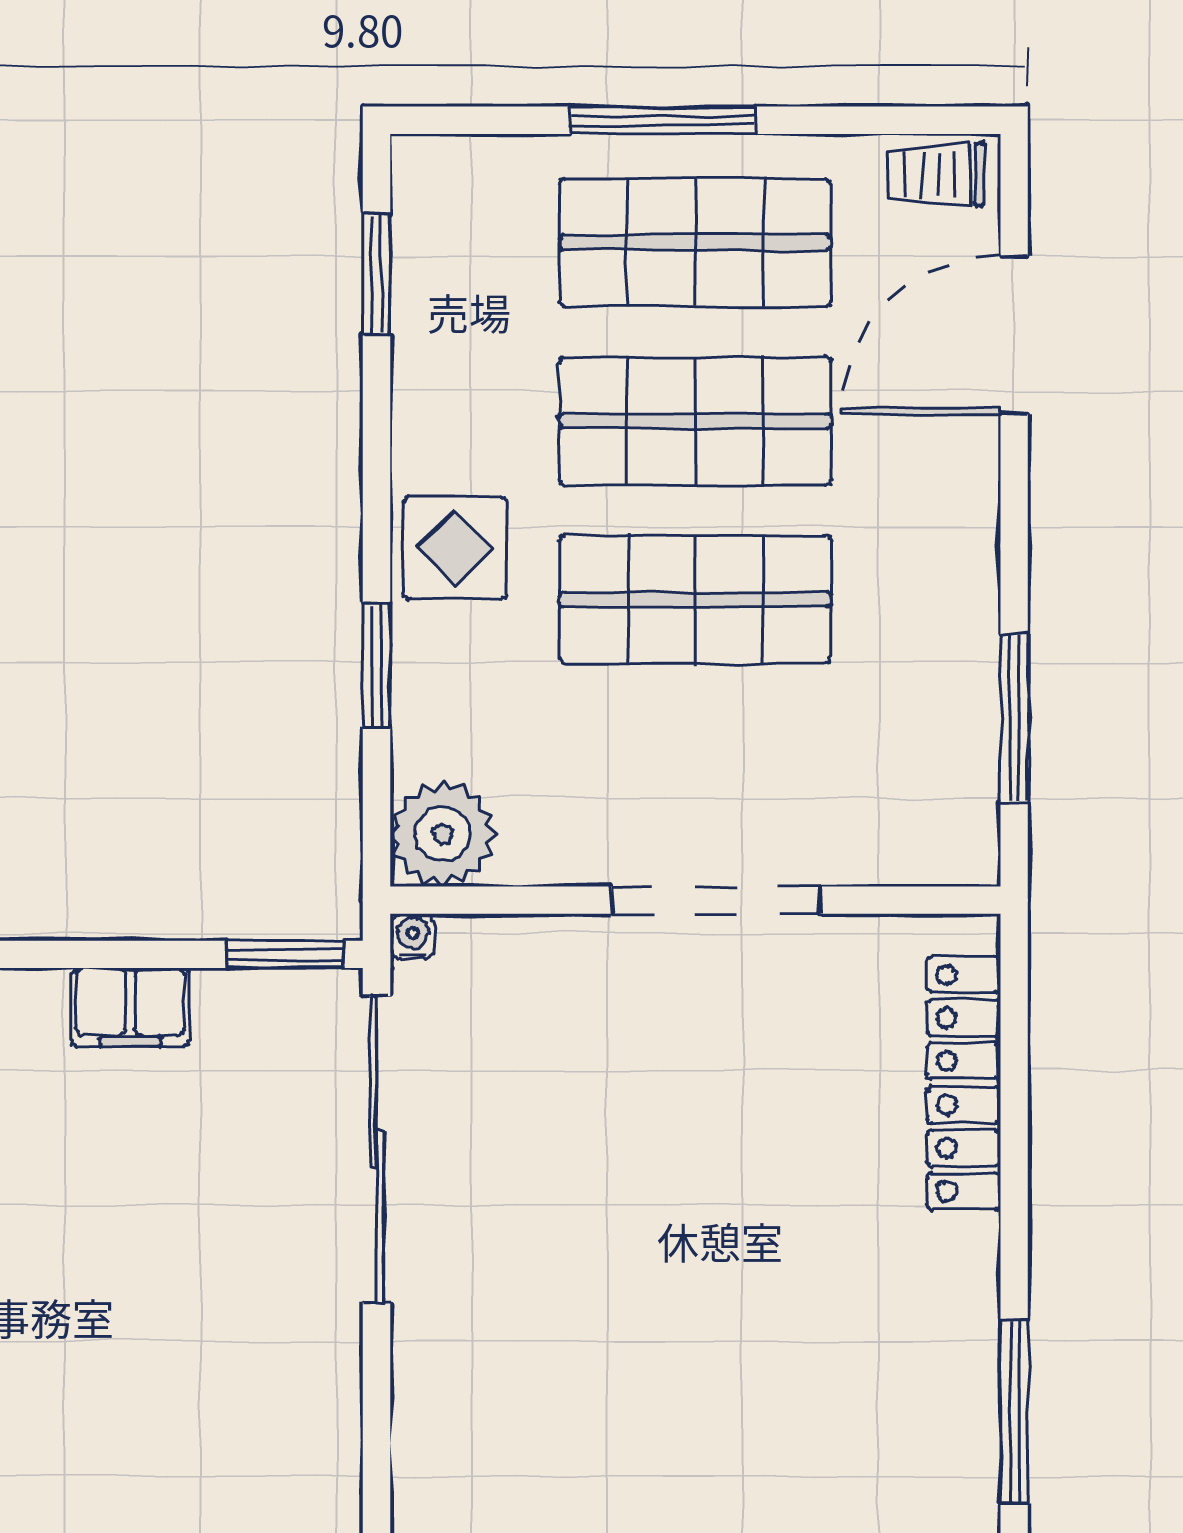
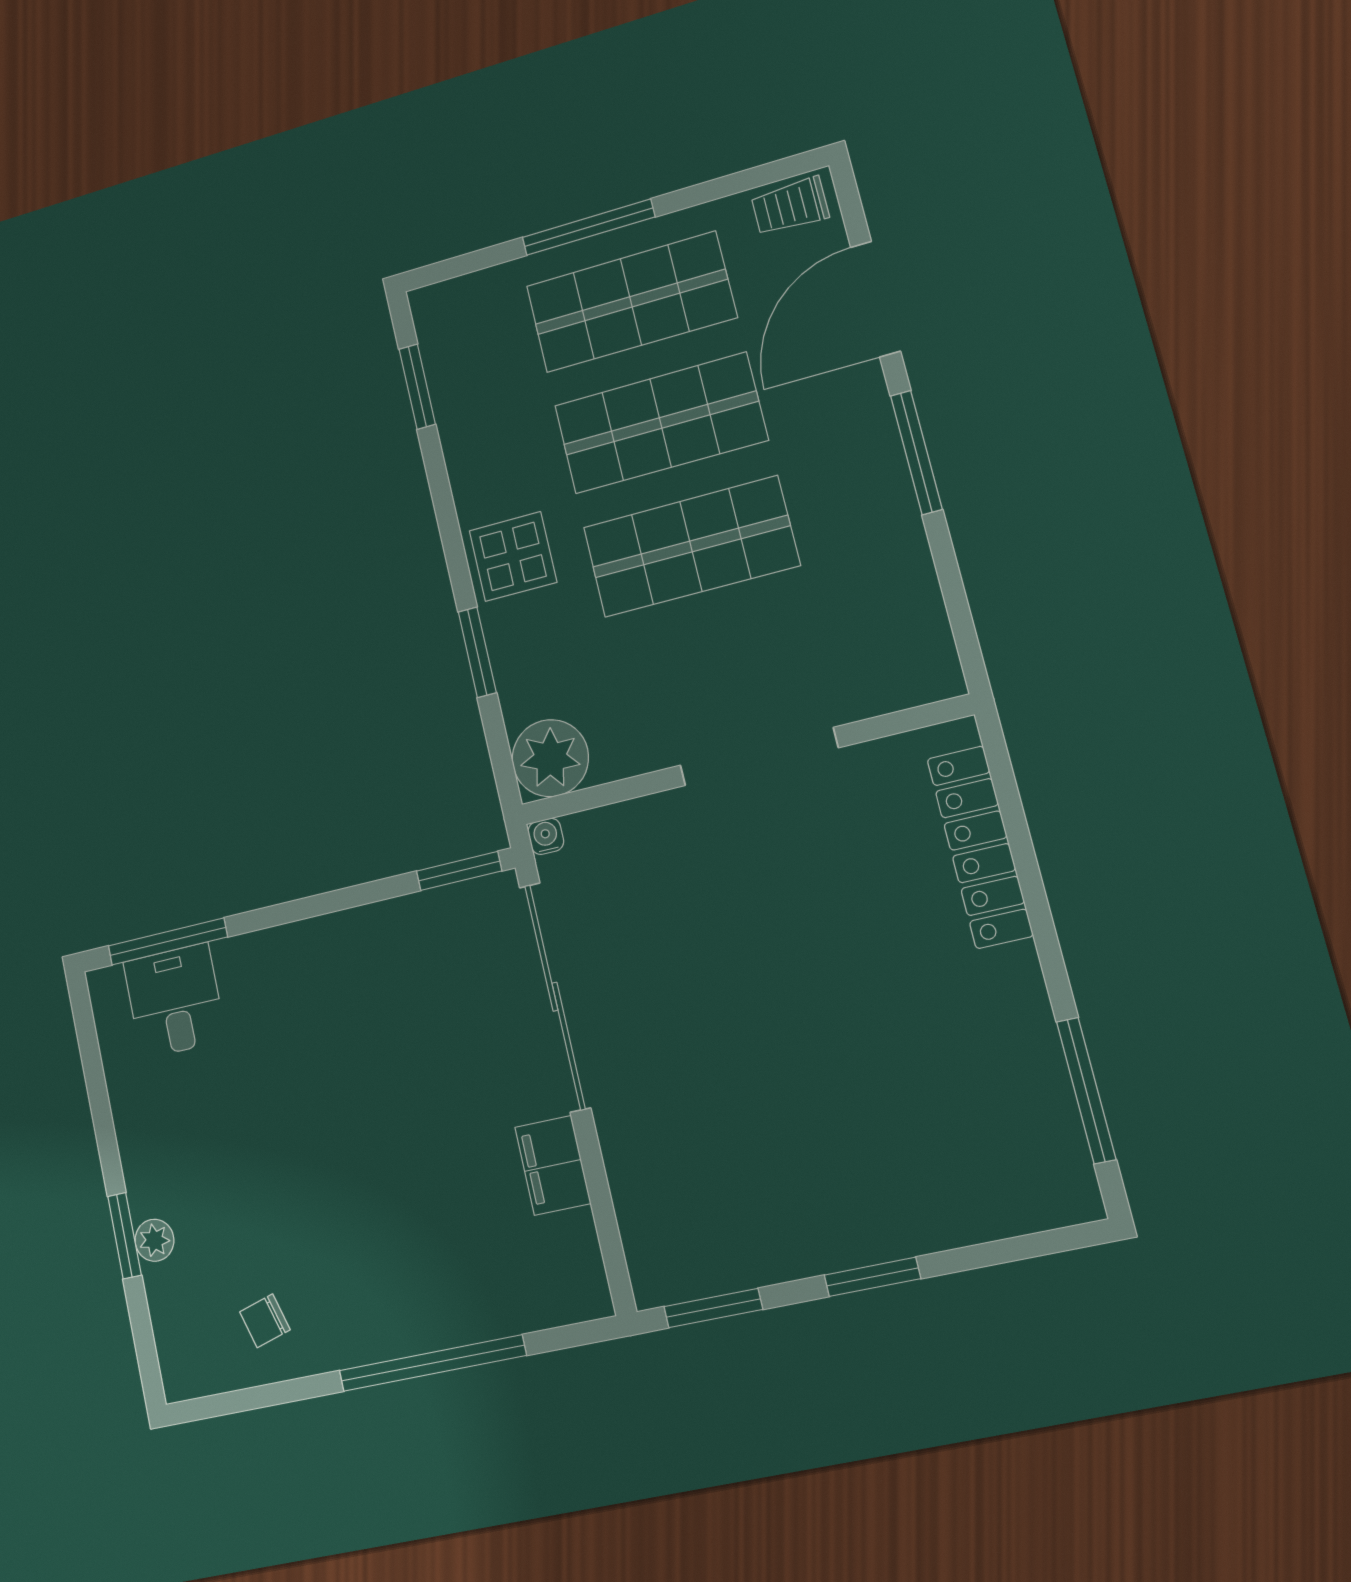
window: (1014, 718) -> (916, 452), moved
filing cabinet: (130, 1007) -> (553, 1165), moved, turned 90

